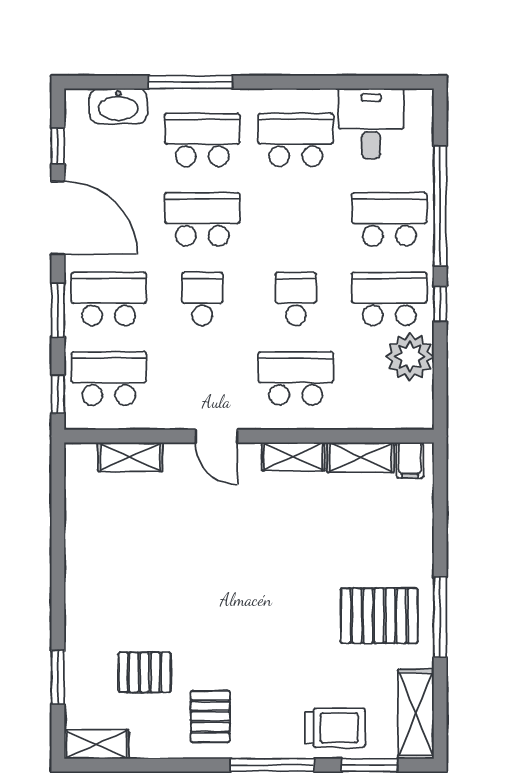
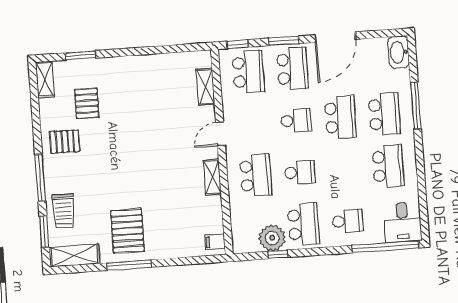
washbasin: (118, 106) -> (399, 52), moved
desk: (371, 123) -> (403, 222), moved, turned 90
window: (58, 146) -> (375, 34), removed
window: (440, 206) -> (385, 247), moved
school desk: (389, 219) -> (348, 221), width x0.54
window: (440, 304) -> (278, 254), moved
shelving: (361, 457) -> (214, 215), removed

